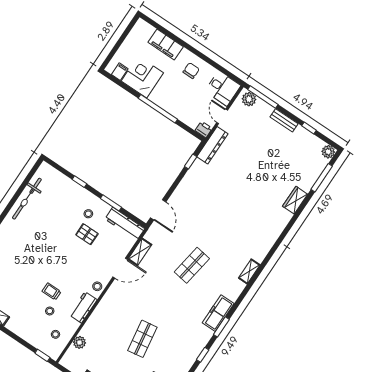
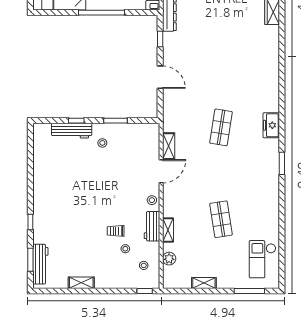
bicycle: (27, 199) -> (41, 165), removed
door: (158, 210) -> (160, 77), moved
workbench: (125, 224) -> (72, 131), moved
pallet: (87, 234) -> (113, 161), removed
shelving: (249, 271) -> (168, 230), moved
freezer: (218, 313) -> (271, 125), moved, width x0.71
window: (203, 355) -> (282, 198), removed

